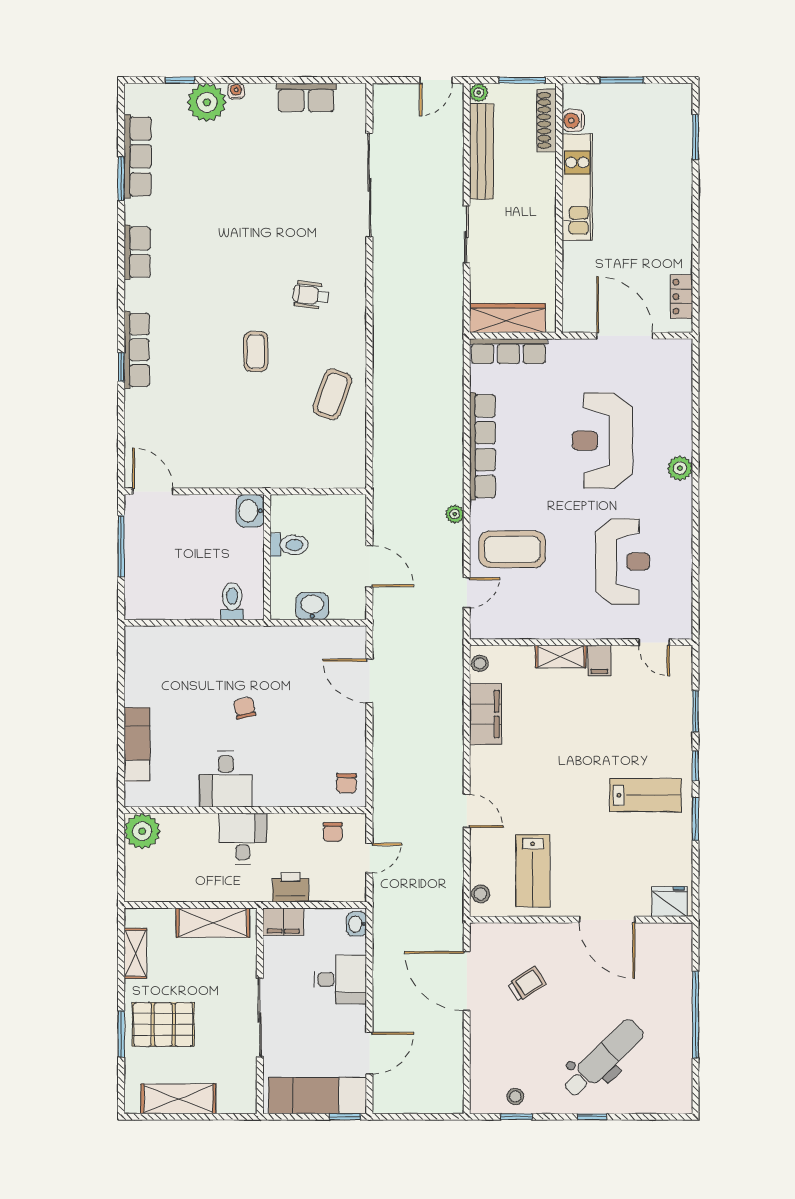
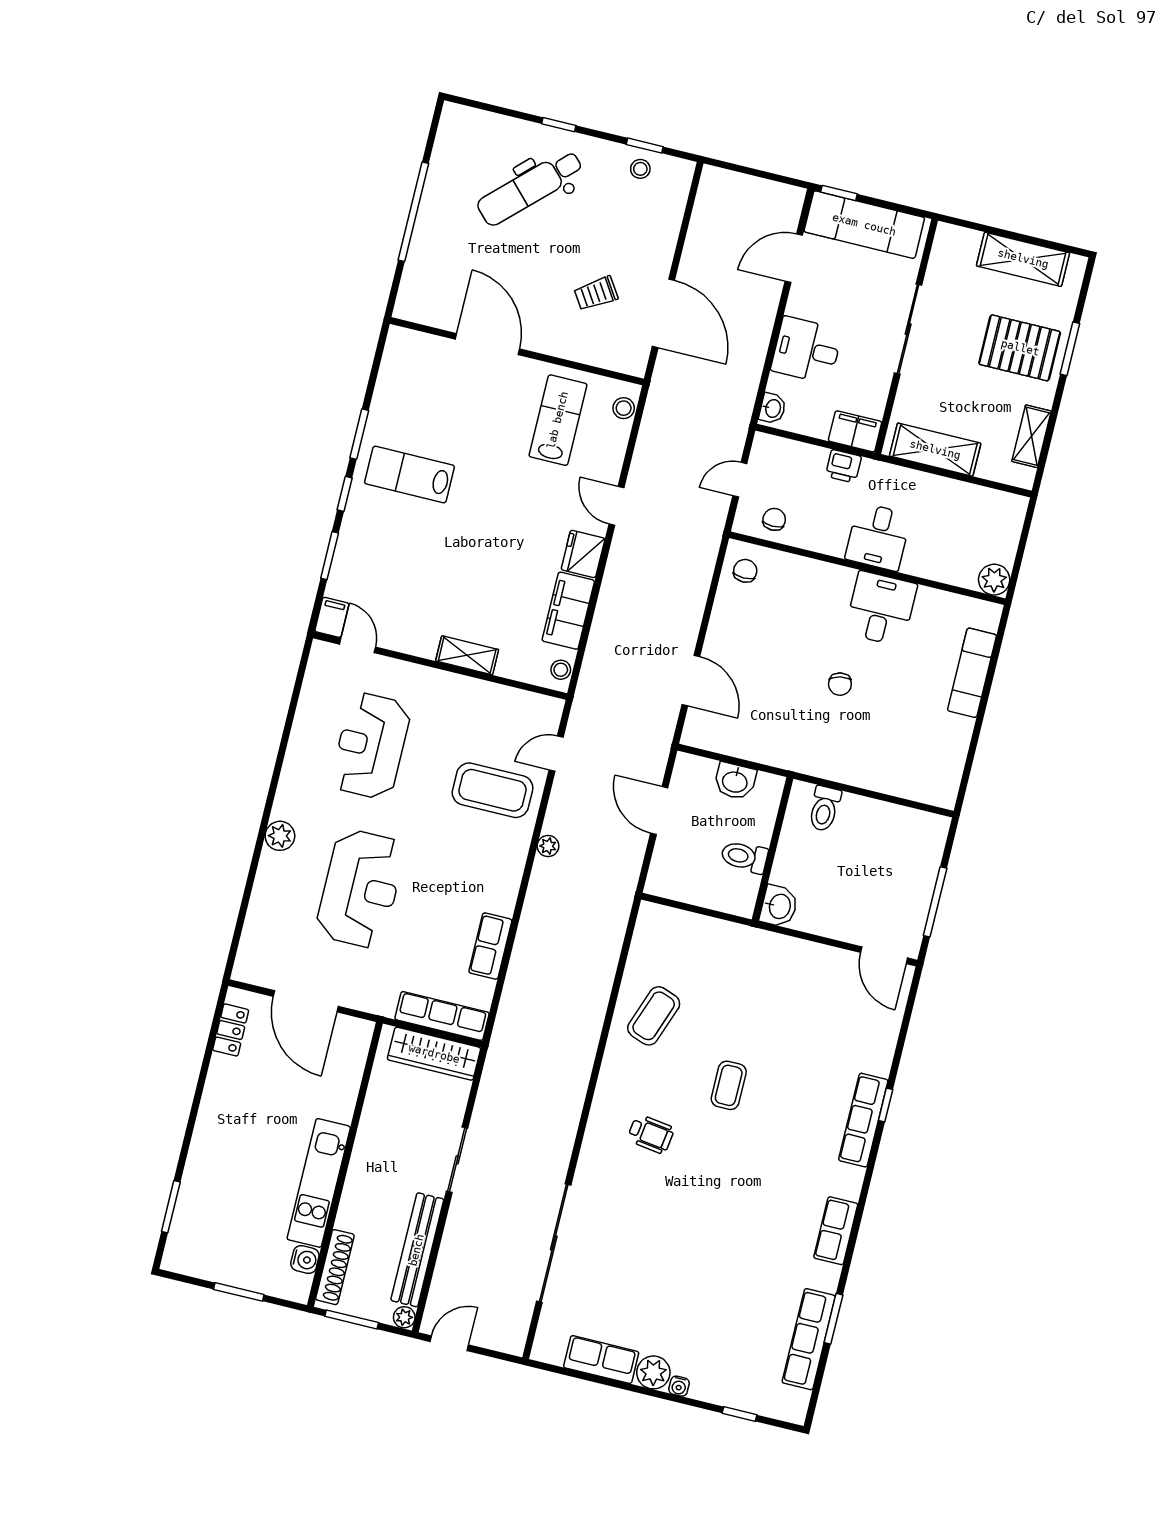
plant: (207, 102) -> (653, 1372), moved, width x0.73, depth x0.73
row of seats: (482, 446) -> (490, 946), width x0.50
filing cabinet: (599, 661) -> (332, 617), moved
plant: (142, 831) -> (994, 580), width x0.73, depth x0.73
printer: (291, 887) -> (843, 466), width x0.73, depth x0.81
fridge: (670, 902) -> (583, 554), moved, turned 90

